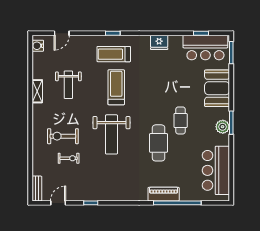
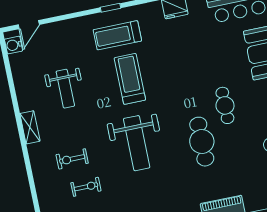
door: (62, 33) -> (29, 25), moved
shelving: (37, 91) -> (30, 127), moved
exercise bike: (63, 136) -> (72, 159), width x0.73, depth x0.72

